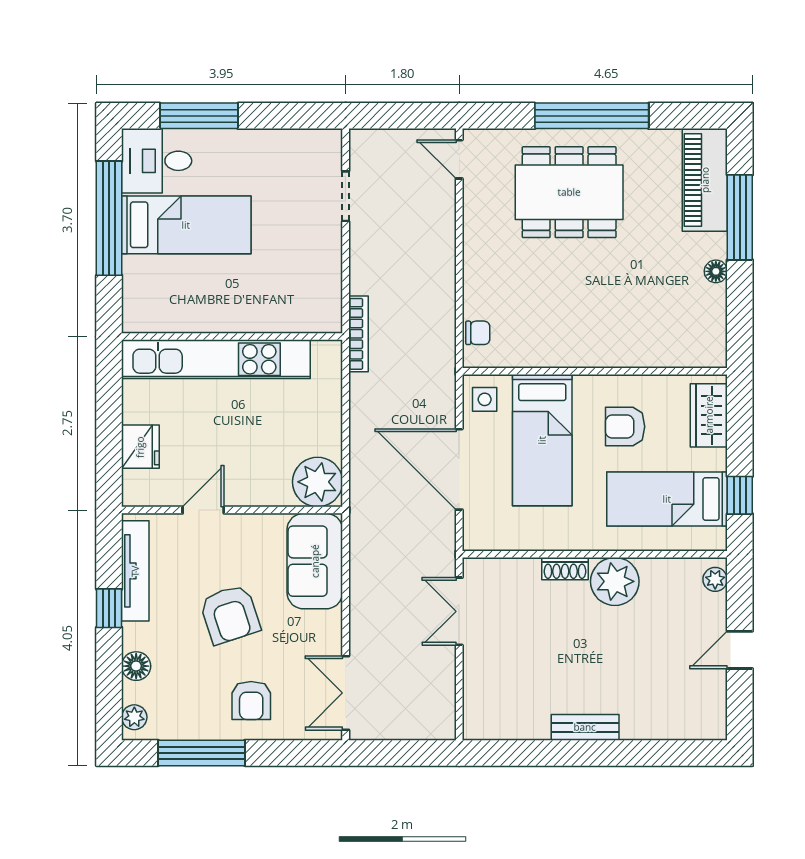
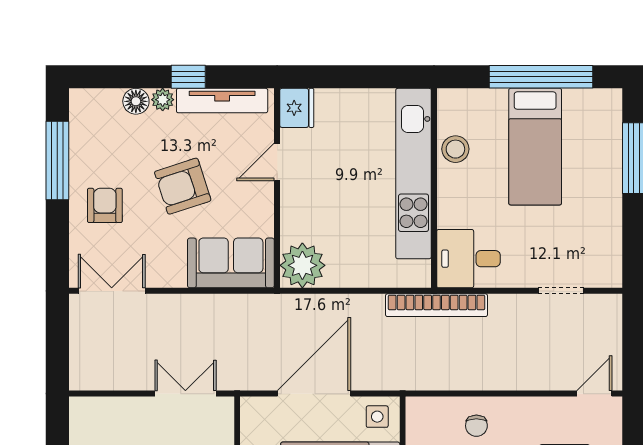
desk: (157, 161) -> (468, 259), moved, turned -90
stool: (189, 313) -> (455, 149), added
chair: (478, 333) -> (476, 426), moved
bookcase: (358, 334) -> (436, 305), width x1.48, depth x1.31
fridge: (140, 447) -> (297, 108), moved, turned -90
door: (203, 510) -> (277, 162), swing flipped
armchair: (251, 700) -> (105, 205), turned 90
plant: (134, 717) -> (163, 100), moved

